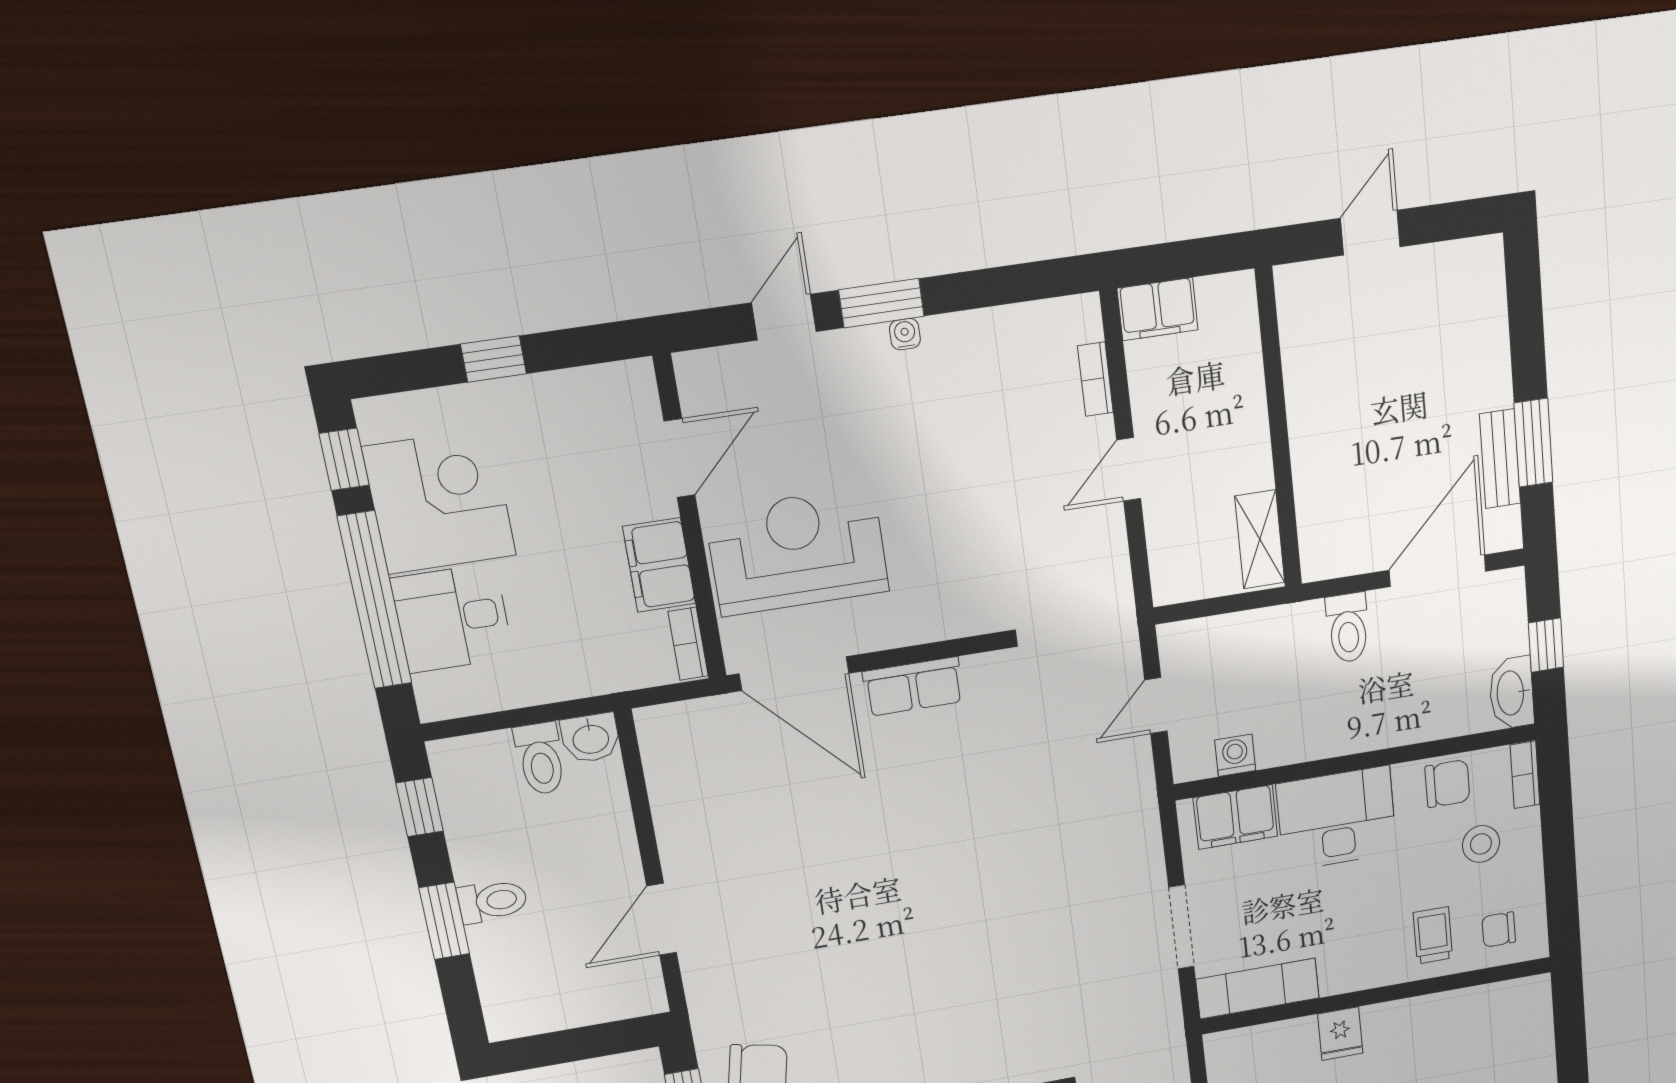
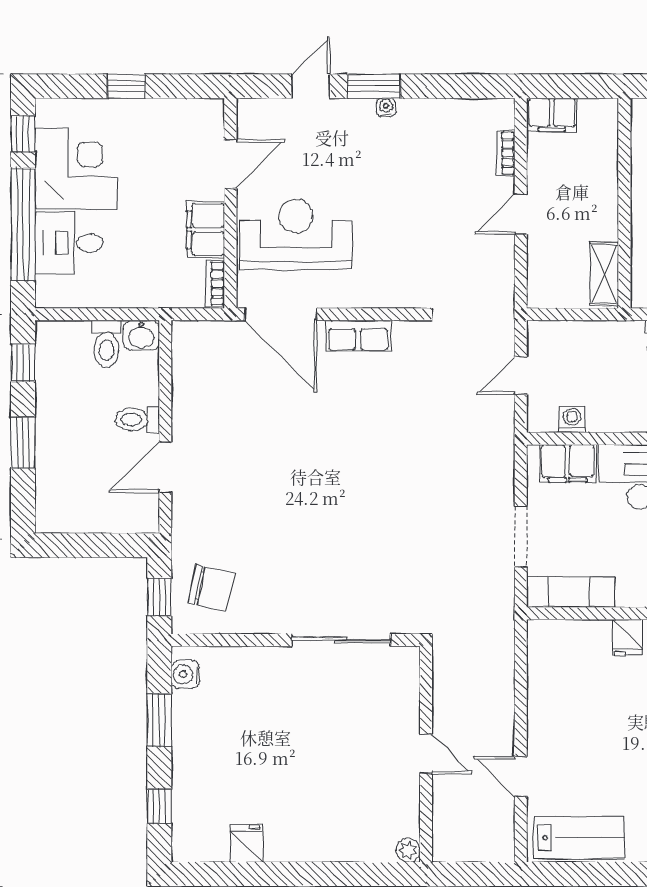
toilet: (492, 901) -> (137, 420), moved, turned 180

